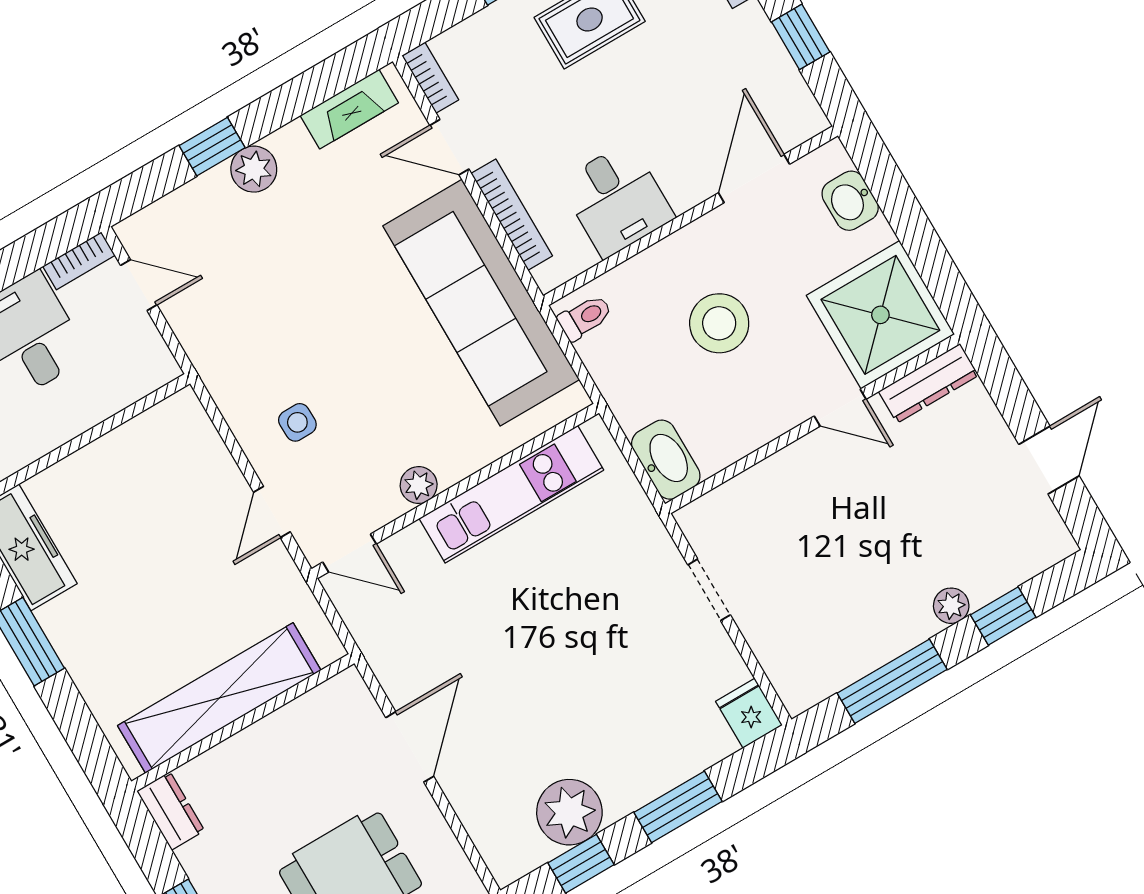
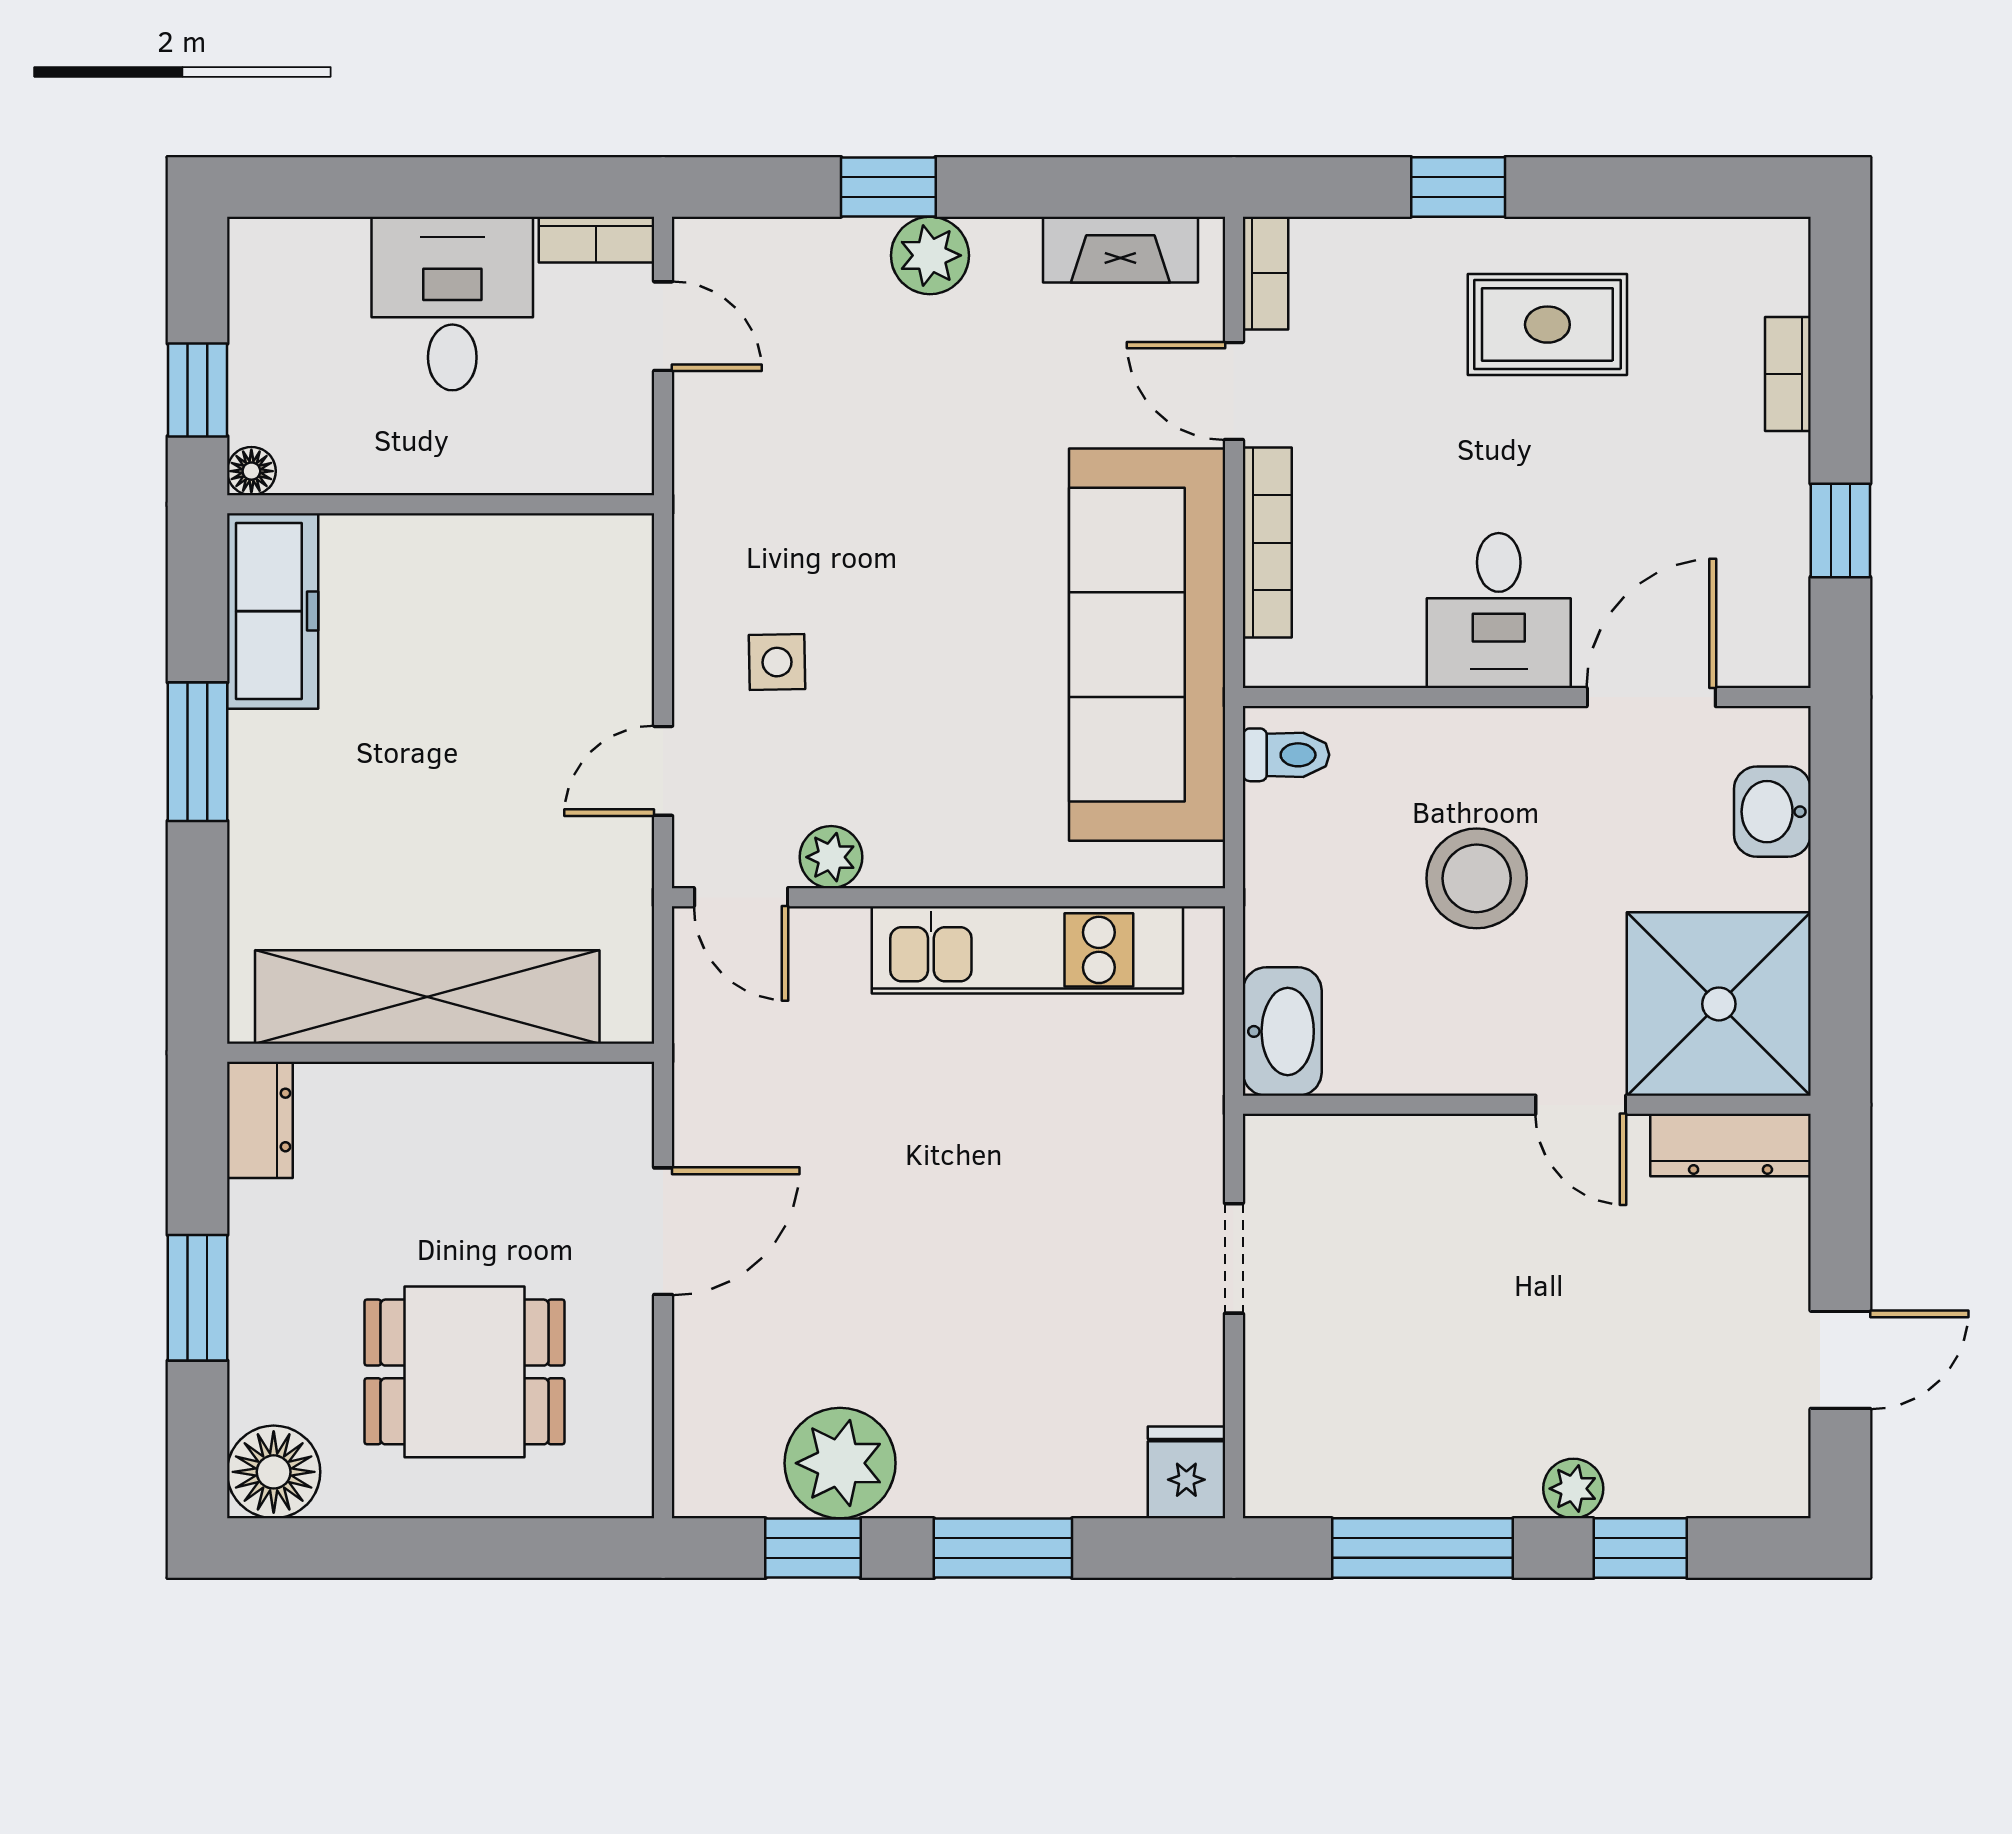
desk: (617, 200) -> (1499, 611), moved
plant: (419, 485) -> (831, 857), moved

